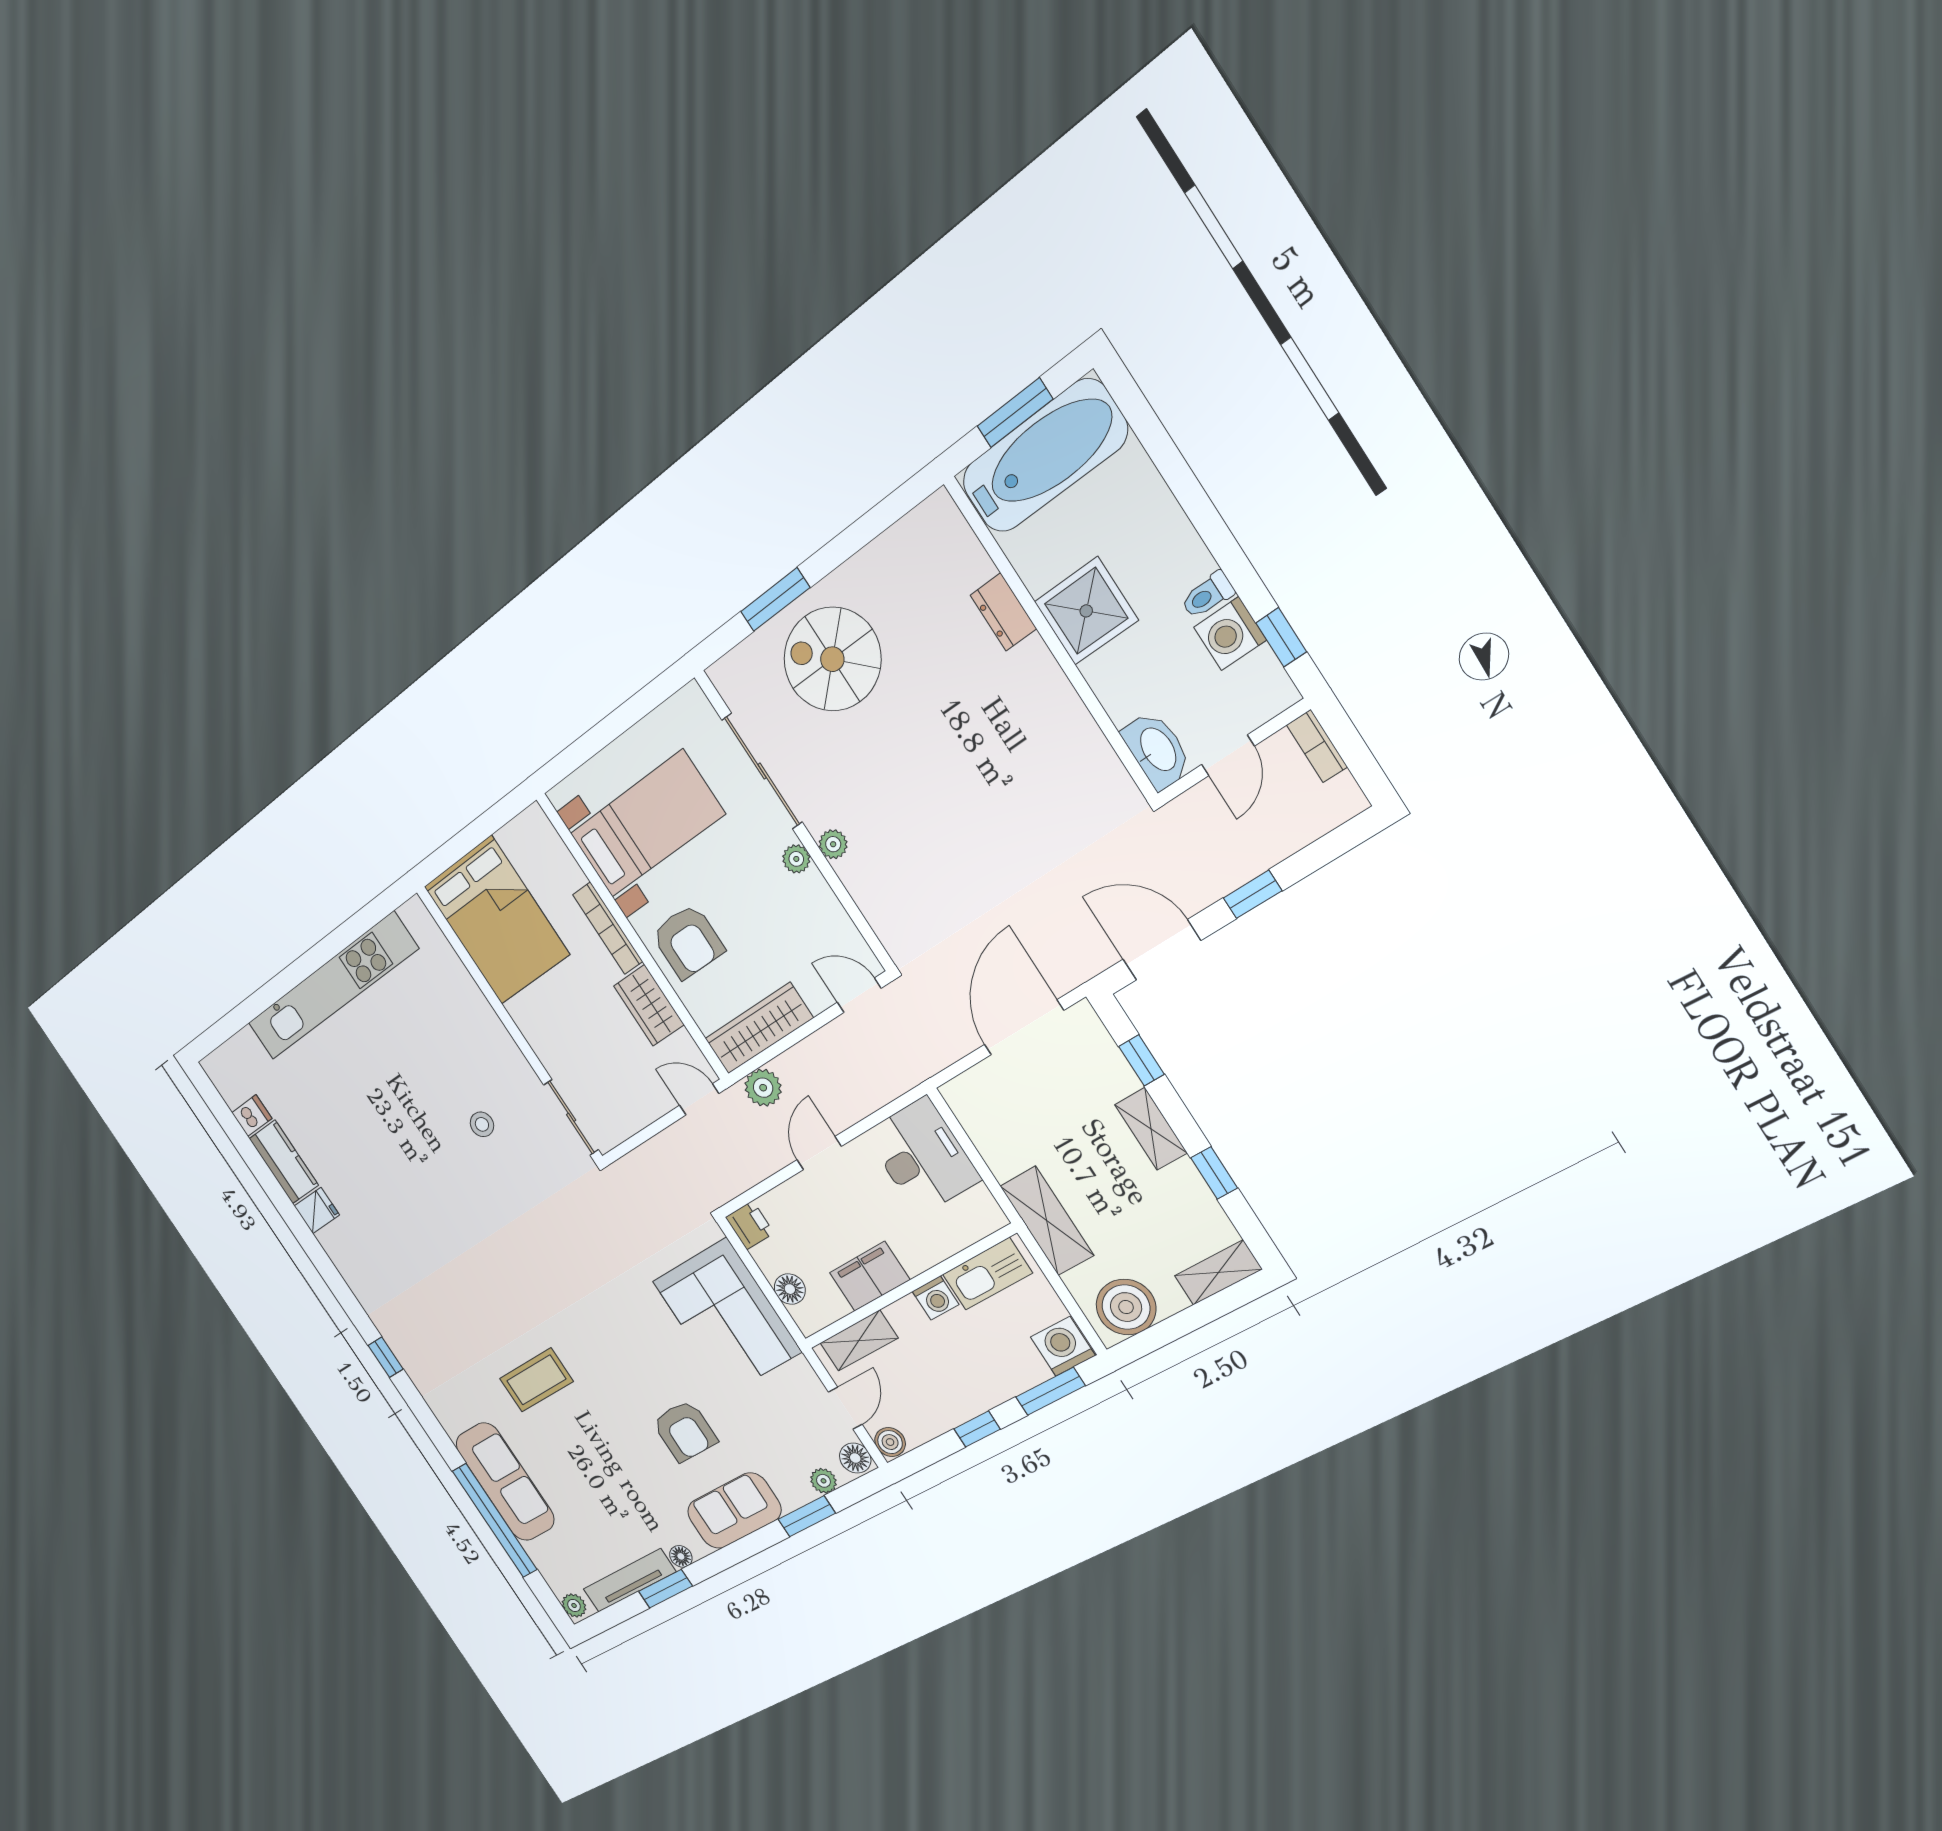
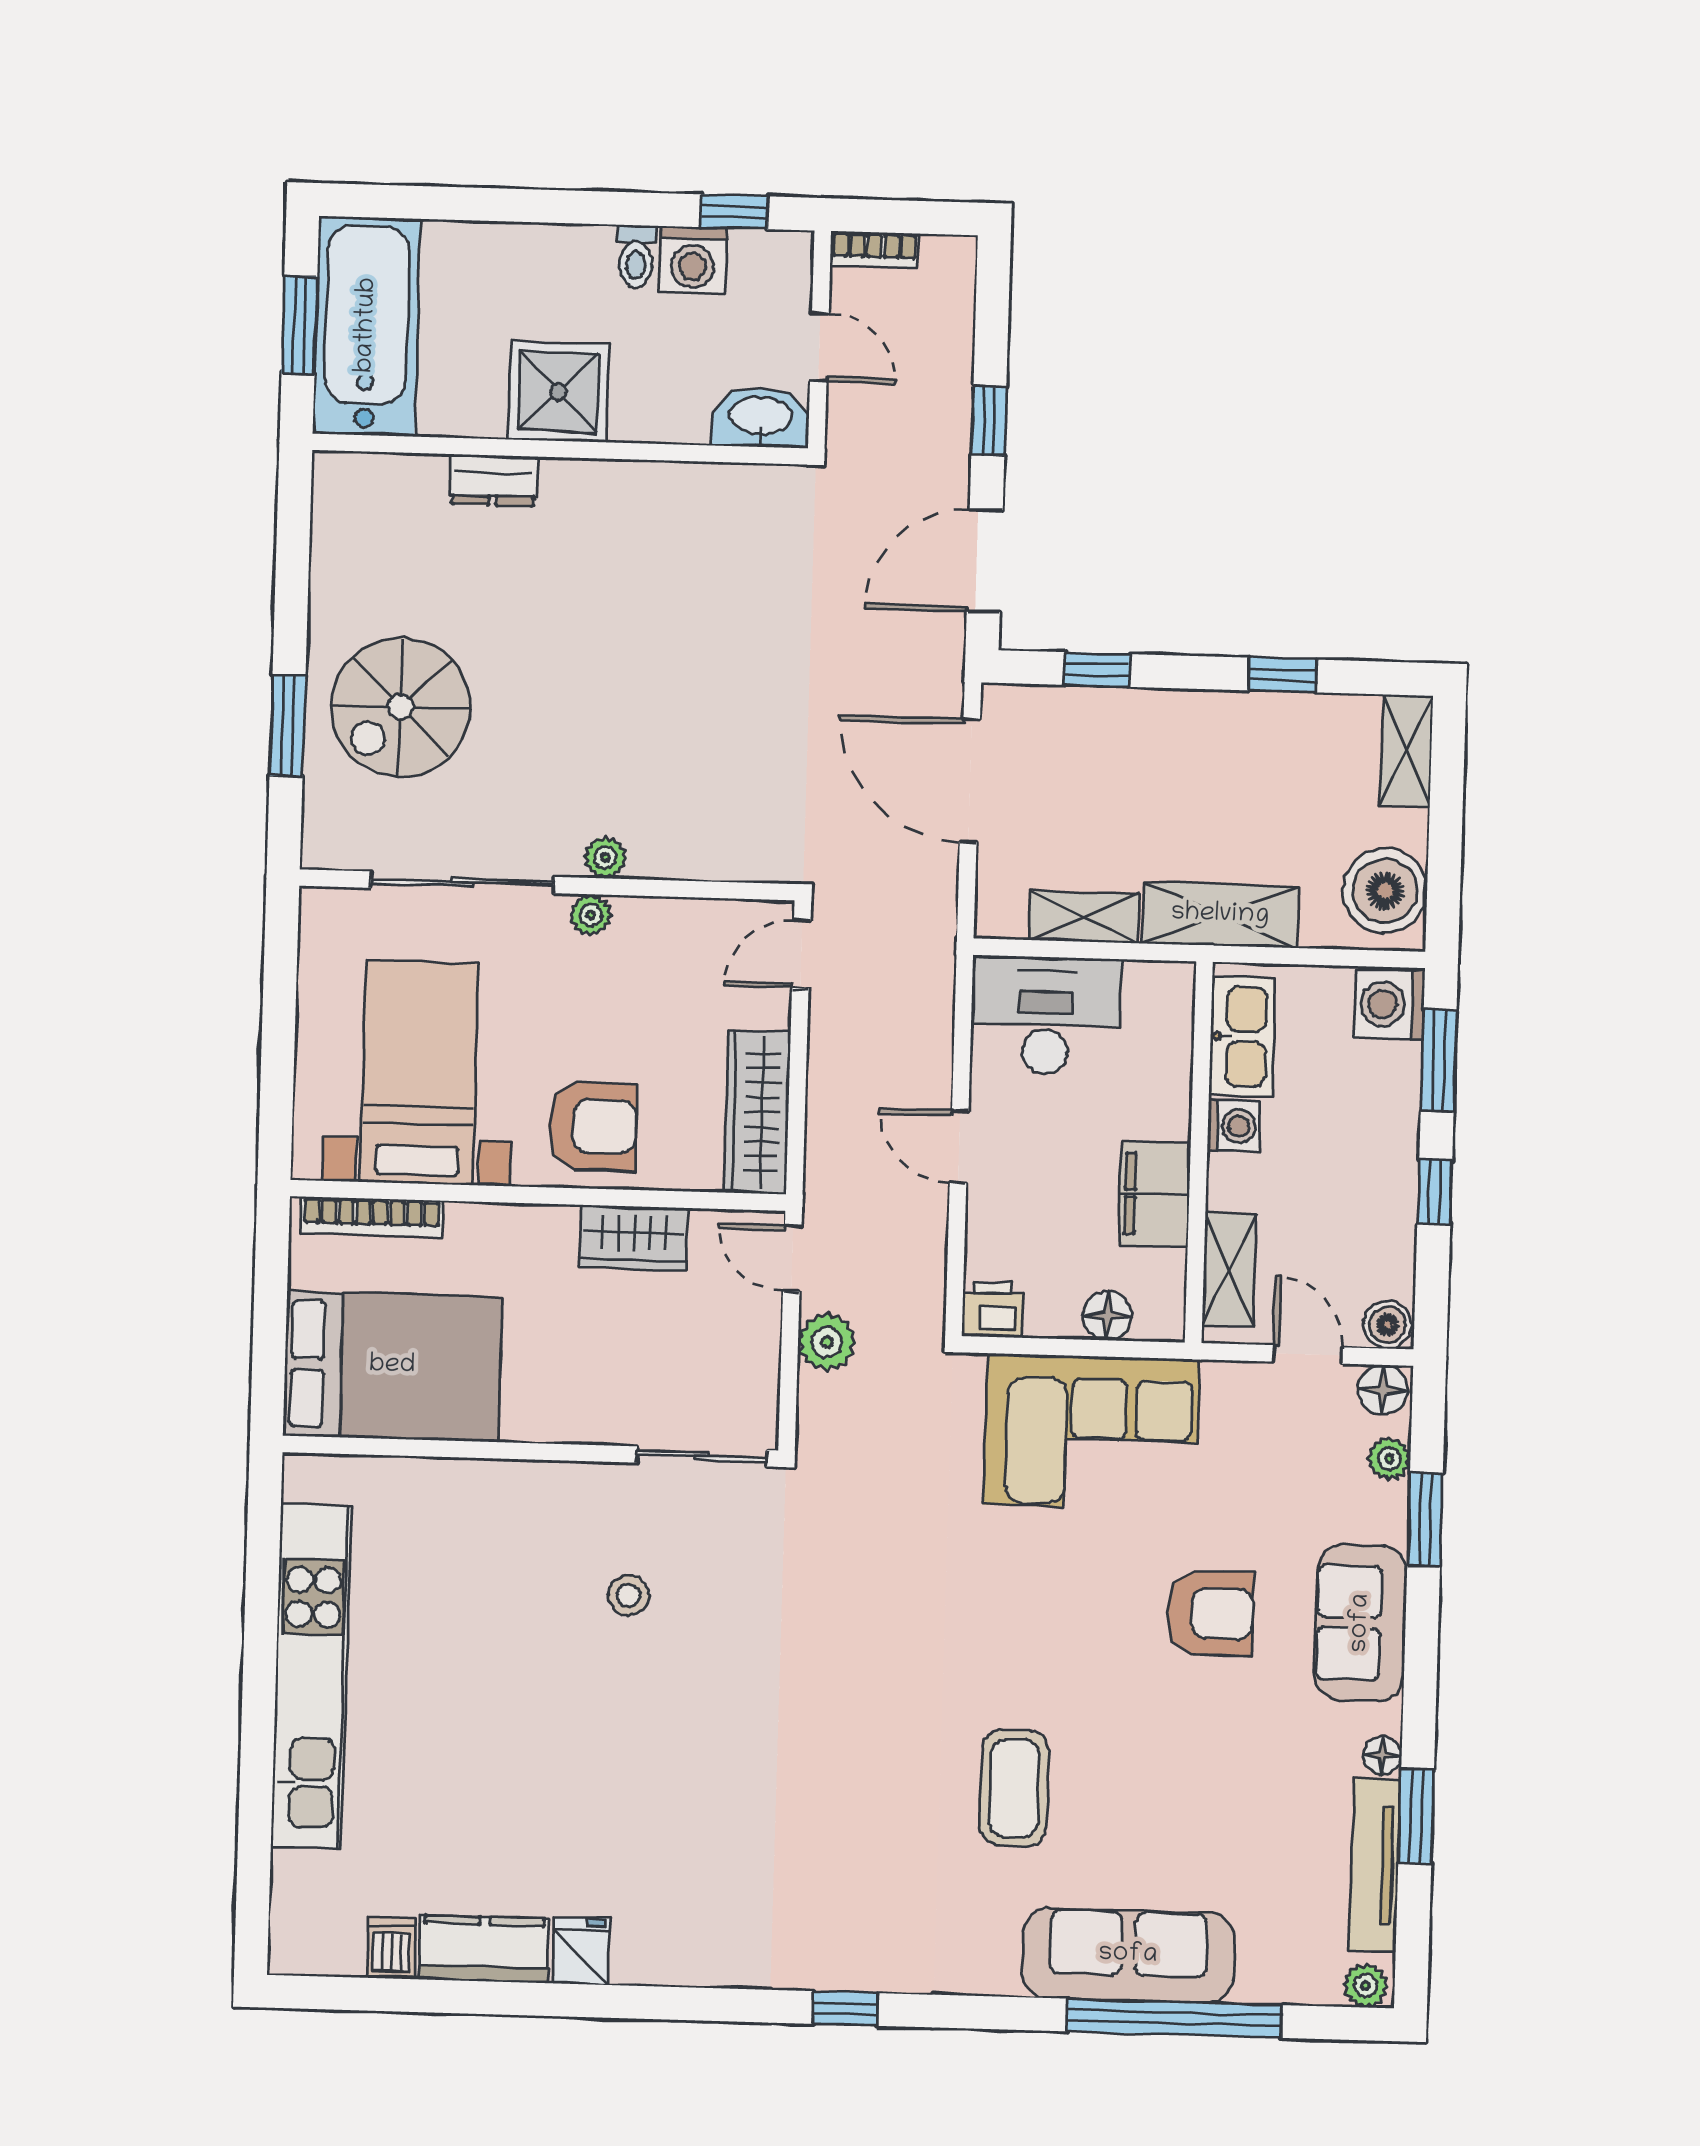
bookcase: (608, 928) -> (372, 1217), moved
plant: (763, 1088) -> (827, 1342), moved
door: (699, 1099) -> (792, 1258), hinge flipped
shelving: (1151, 1129) -> (1084, 917), moved

